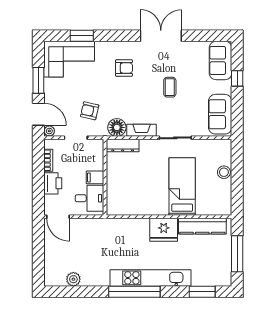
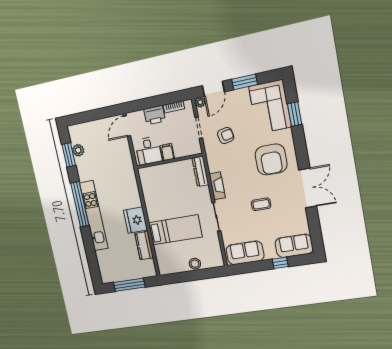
armchair: (124, 68) -> (271, 160), width x1.88, depth x1.88
armchair: (90, 111) -> (226, 136), turned 66
floor lamp: (117, 127) -> (215, 163), removed
kitchen counter: (202, 226) -> (144, 246), width x0.67
window: (202, 292) -> (69, 155), moved

